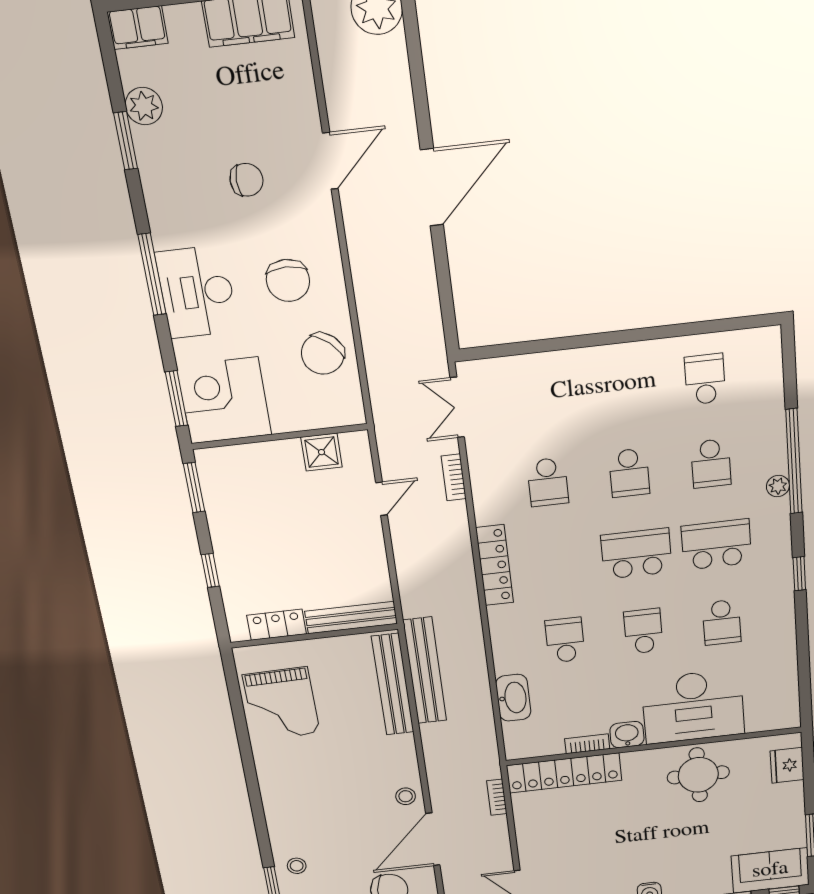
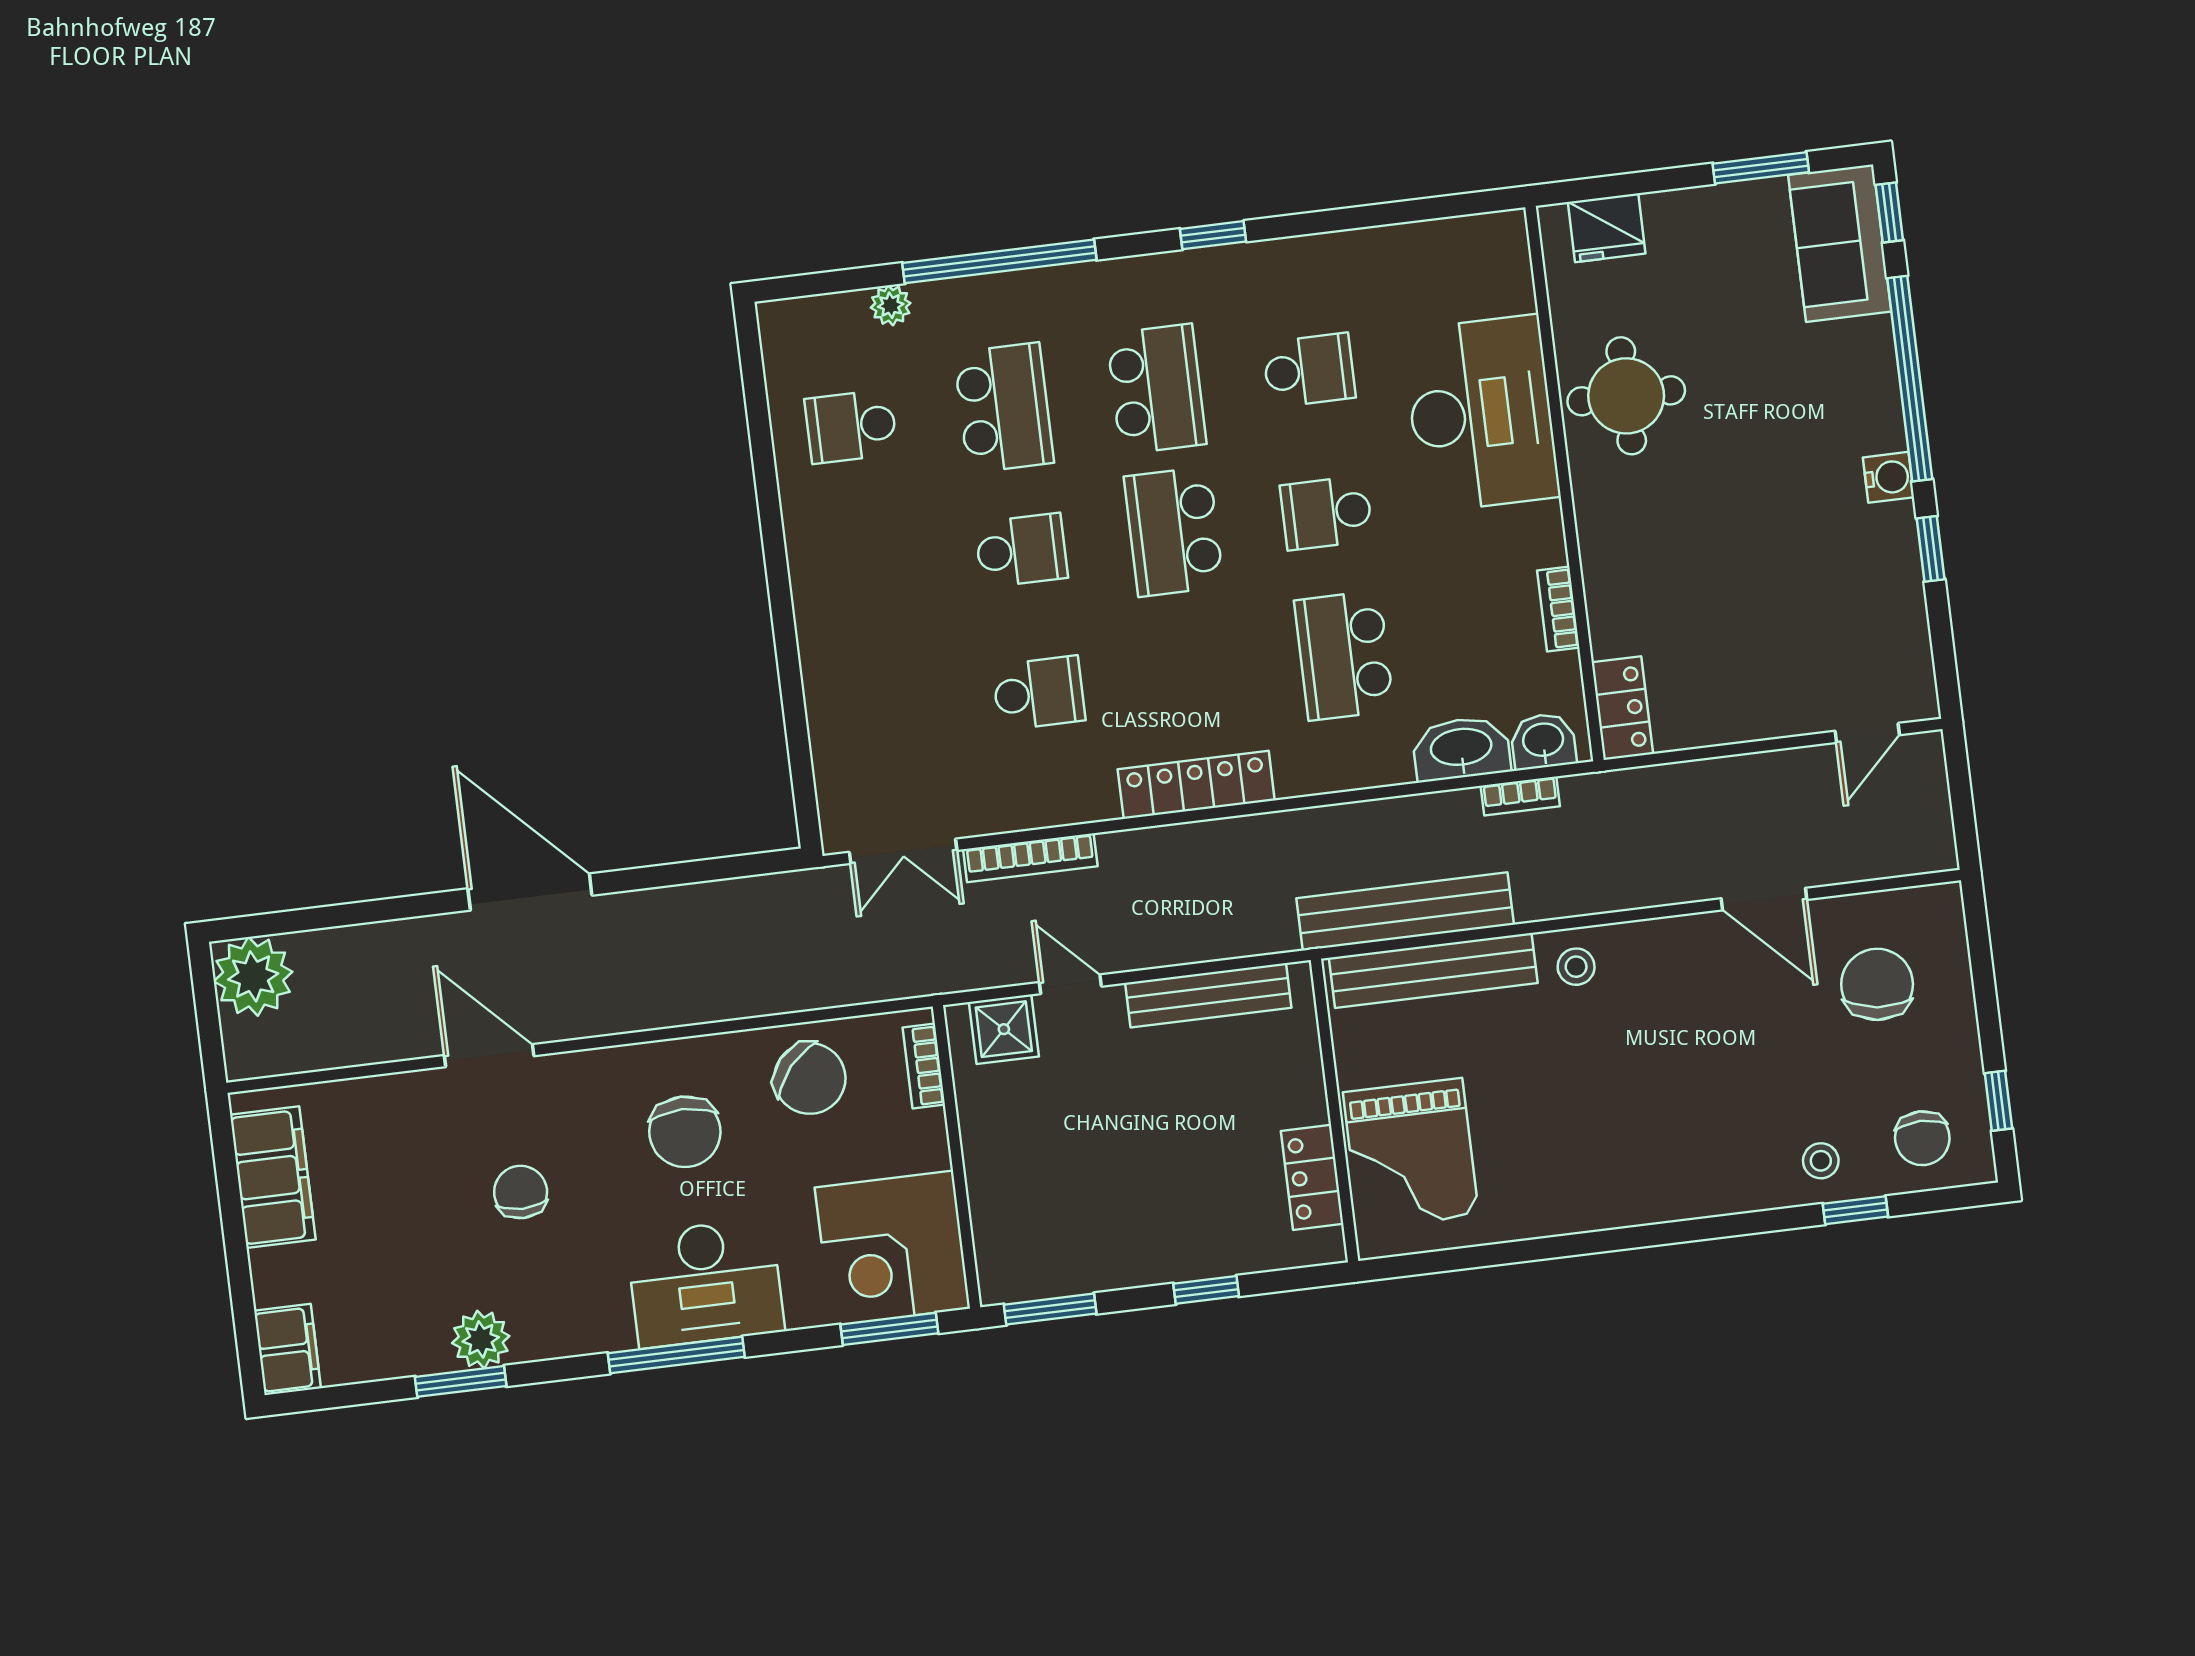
plant: (144, 106) -> (481, 1339), moved
chair: (288, 280) -> (685, 1132), turned 90
bookcase: (332, 418) -> (924, 1066), added
shower: (321, 452) -> (1004, 1029), moved
school desk: (711, 464) -> (1004, 408), width x1.85
bookcase: (454, 477) -> (1030, 858), width x1.56
plant: (778, 486) -> (891, 305), moved
school desk: (716, 545) -> (1156, 389), turned 180
bench: (351, 618) -> (1208, 995), moved, turned 90
school desk: (565, 640) -> (1344, 655), width x1.85
grand piano: (281, 704) -> (1411, 1154), moved, turned 91
washbasin: (627, 735) -> (1543, 741), moved, turned 90
locker: (564, 773) -> (1622, 708), width x0.46, depth x0.83
stool: (406, 796) -> (1576, 967), moved
bookcase: (497, 797) -> (1520, 796), moved
door: (433, 839) -> (1764, 899), width x0.73

